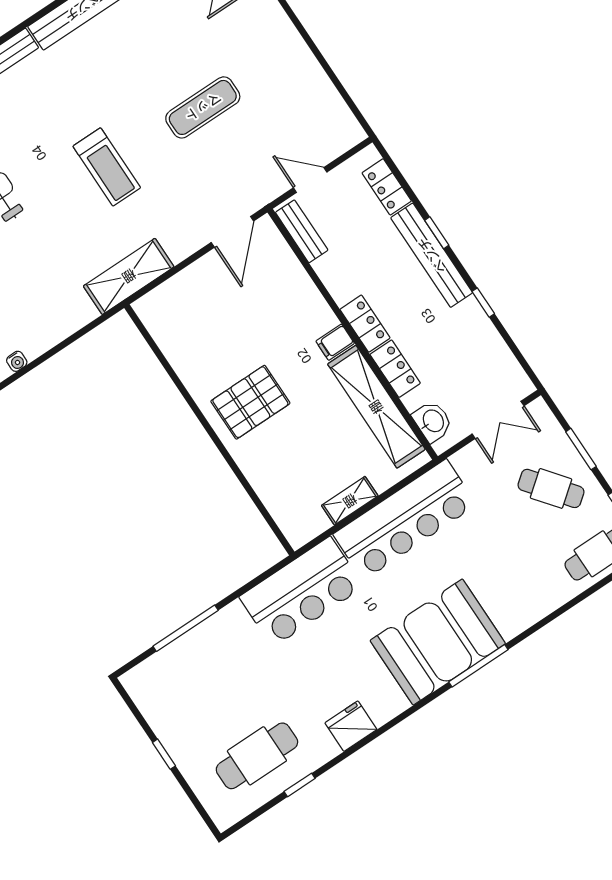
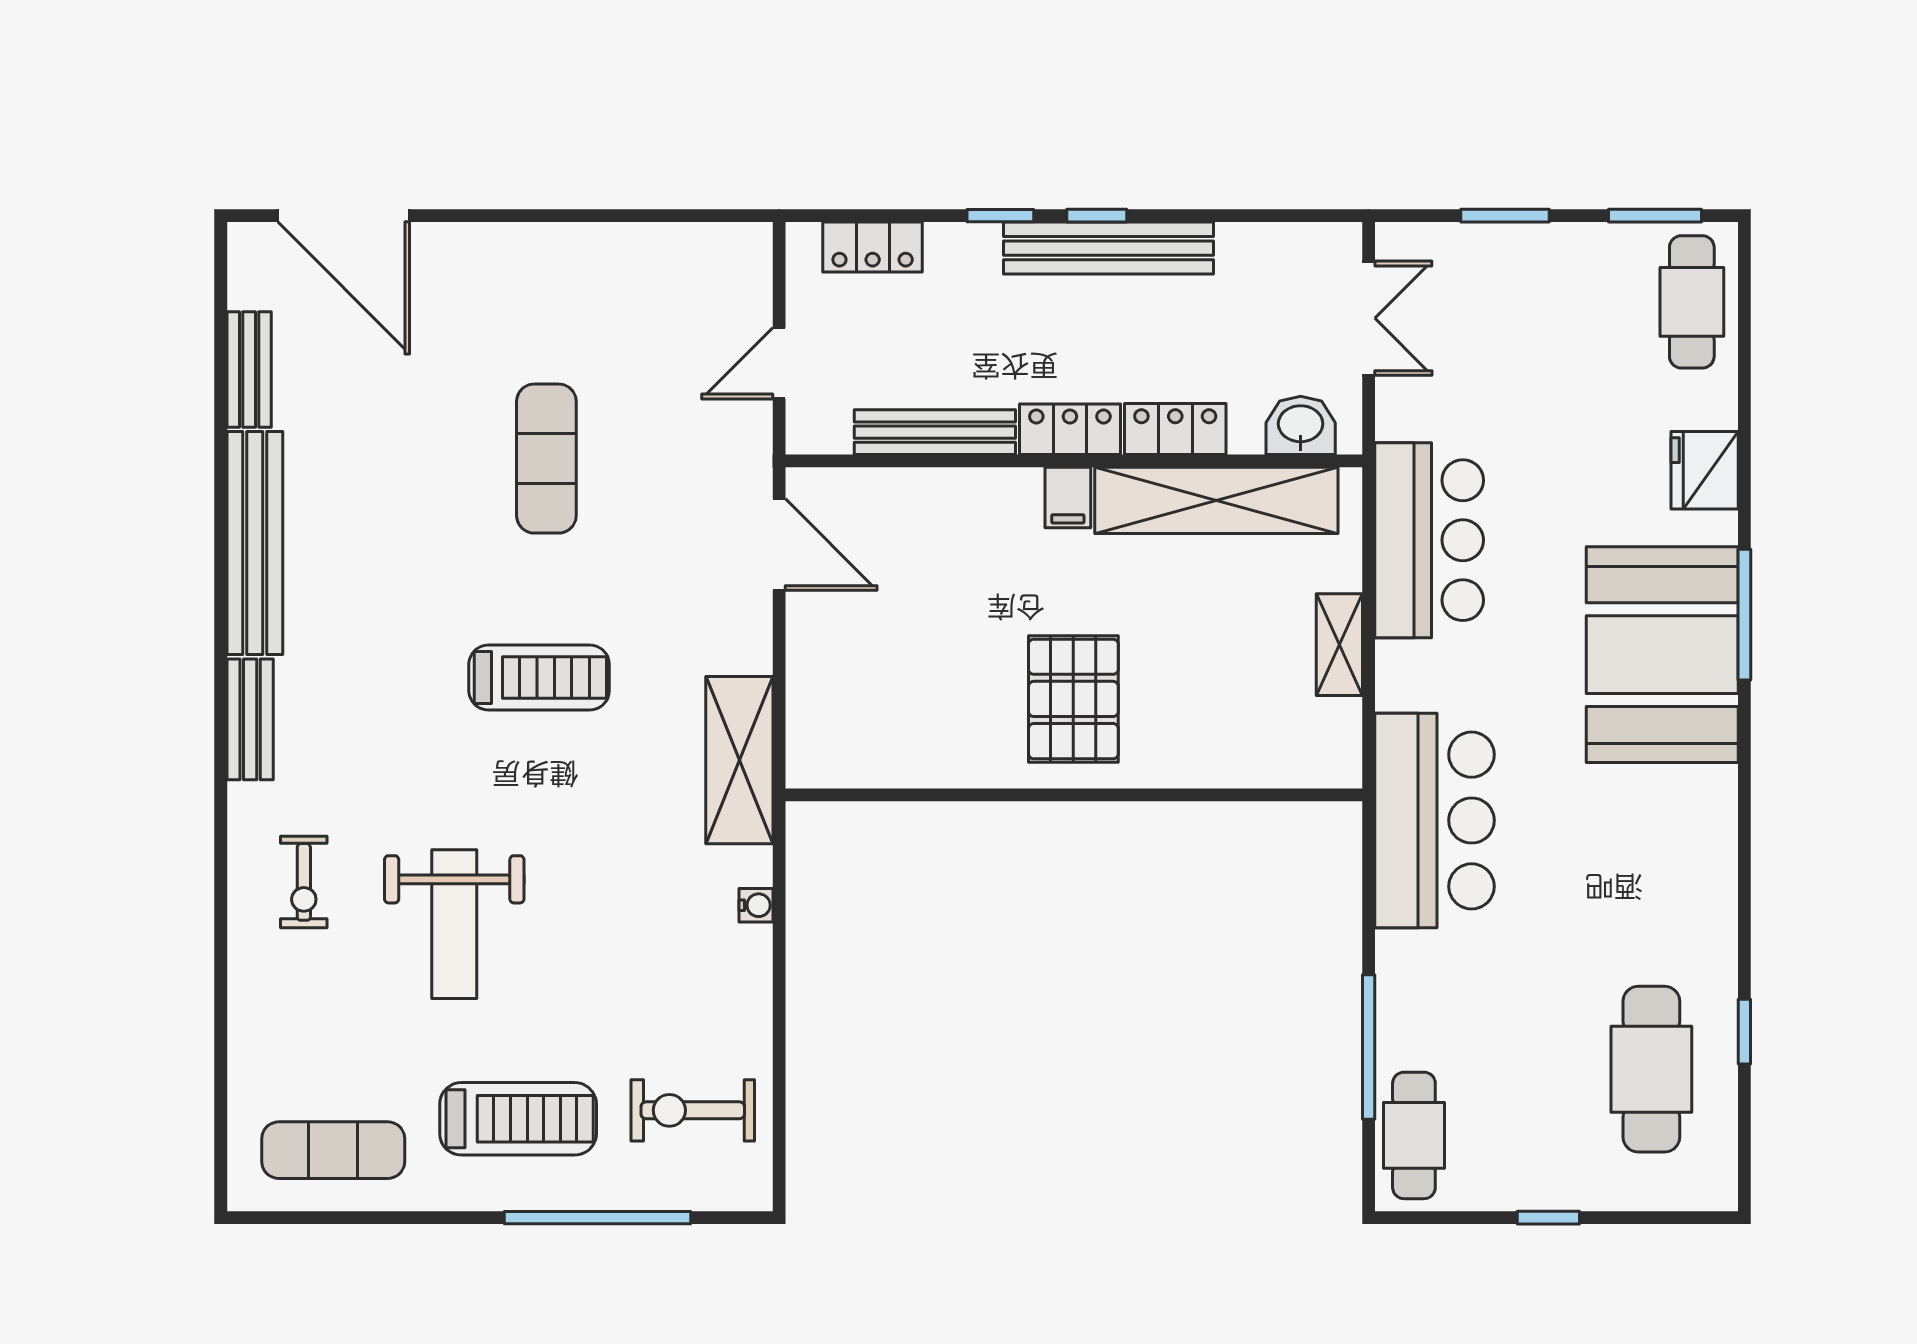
bench: (302, 231) -> (935, 432), moved, width x1.36
bench: (432, 255) -> (1109, 248), moved
window: (483, 303) -> (1097, 216), moved
water cooler: (17, 361) -> (756, 905), moved
cafe table: (551, 488) -> (1414, 1135), moved, turned -52
bar counter: (405, 519) -> (1429, 540), width x0.73
fridge: (351, 726) -> (1705, 470), moved

